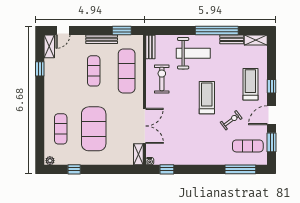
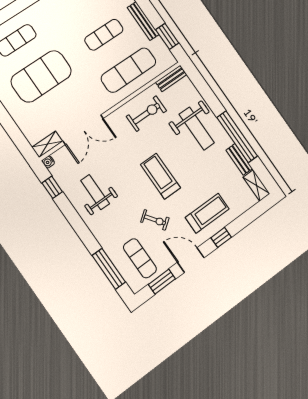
treadmill: (207, 98) -> (160, 176), turned -90
weight bench: (188, 145) -> (95, 192), added

